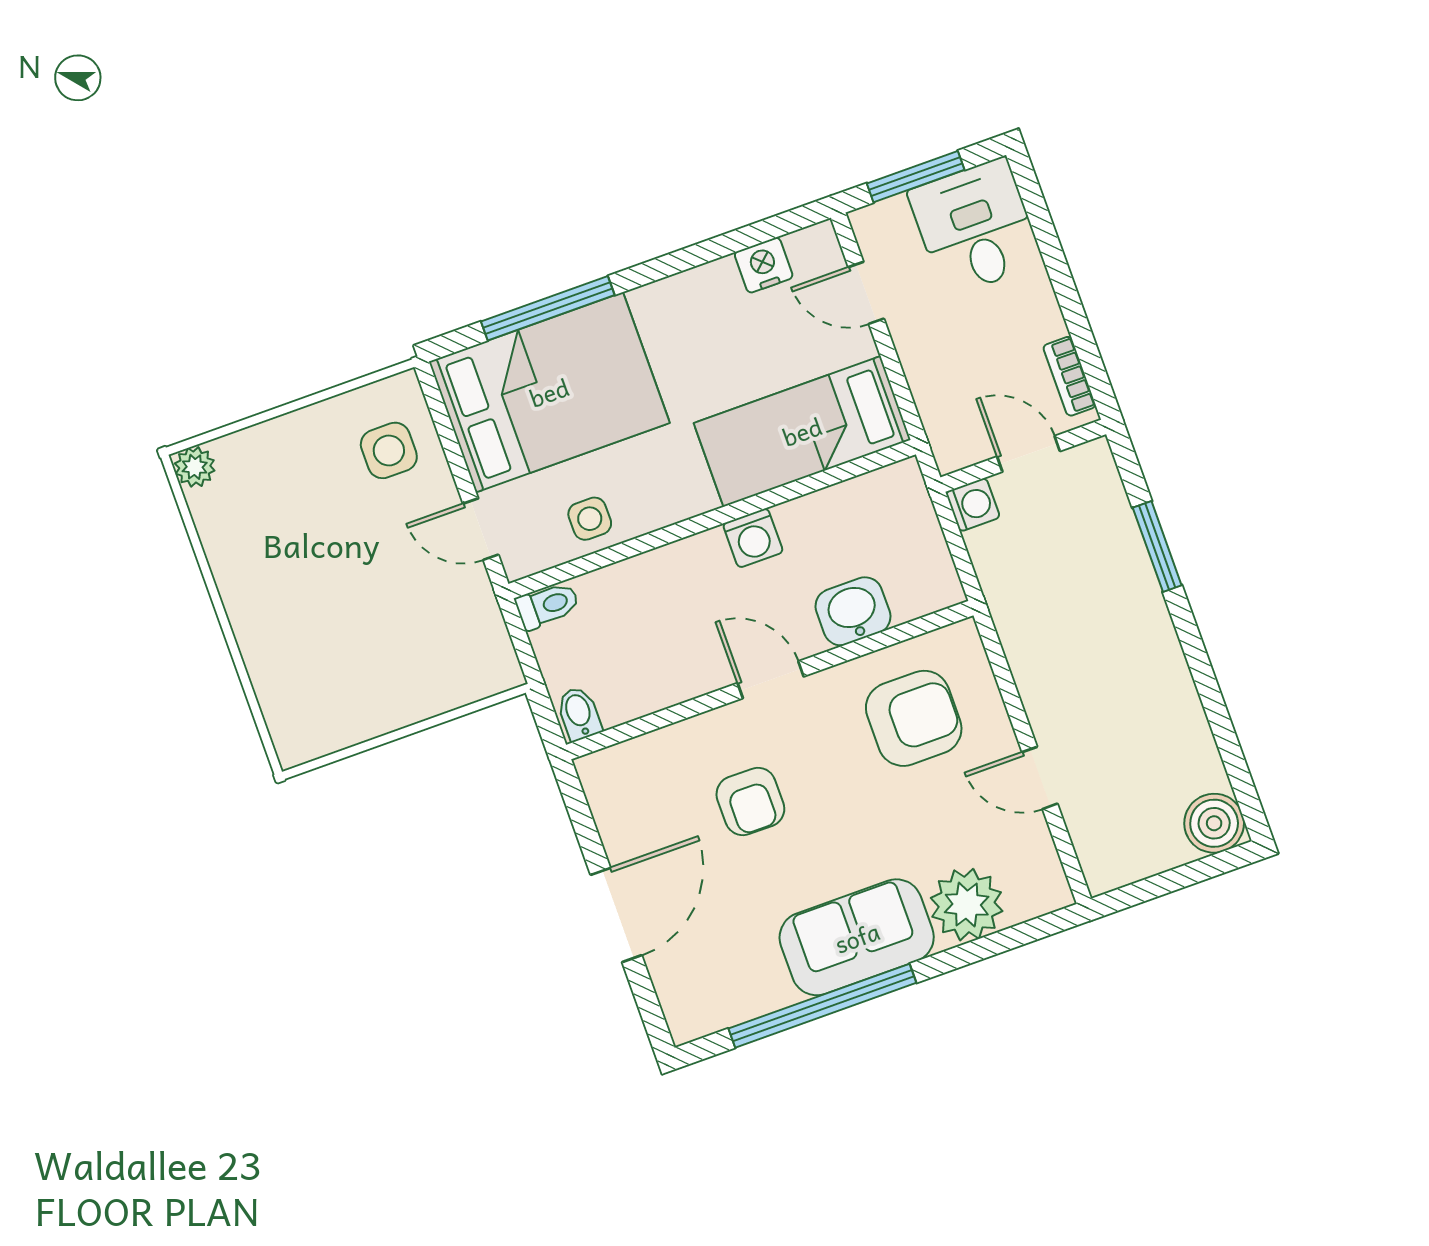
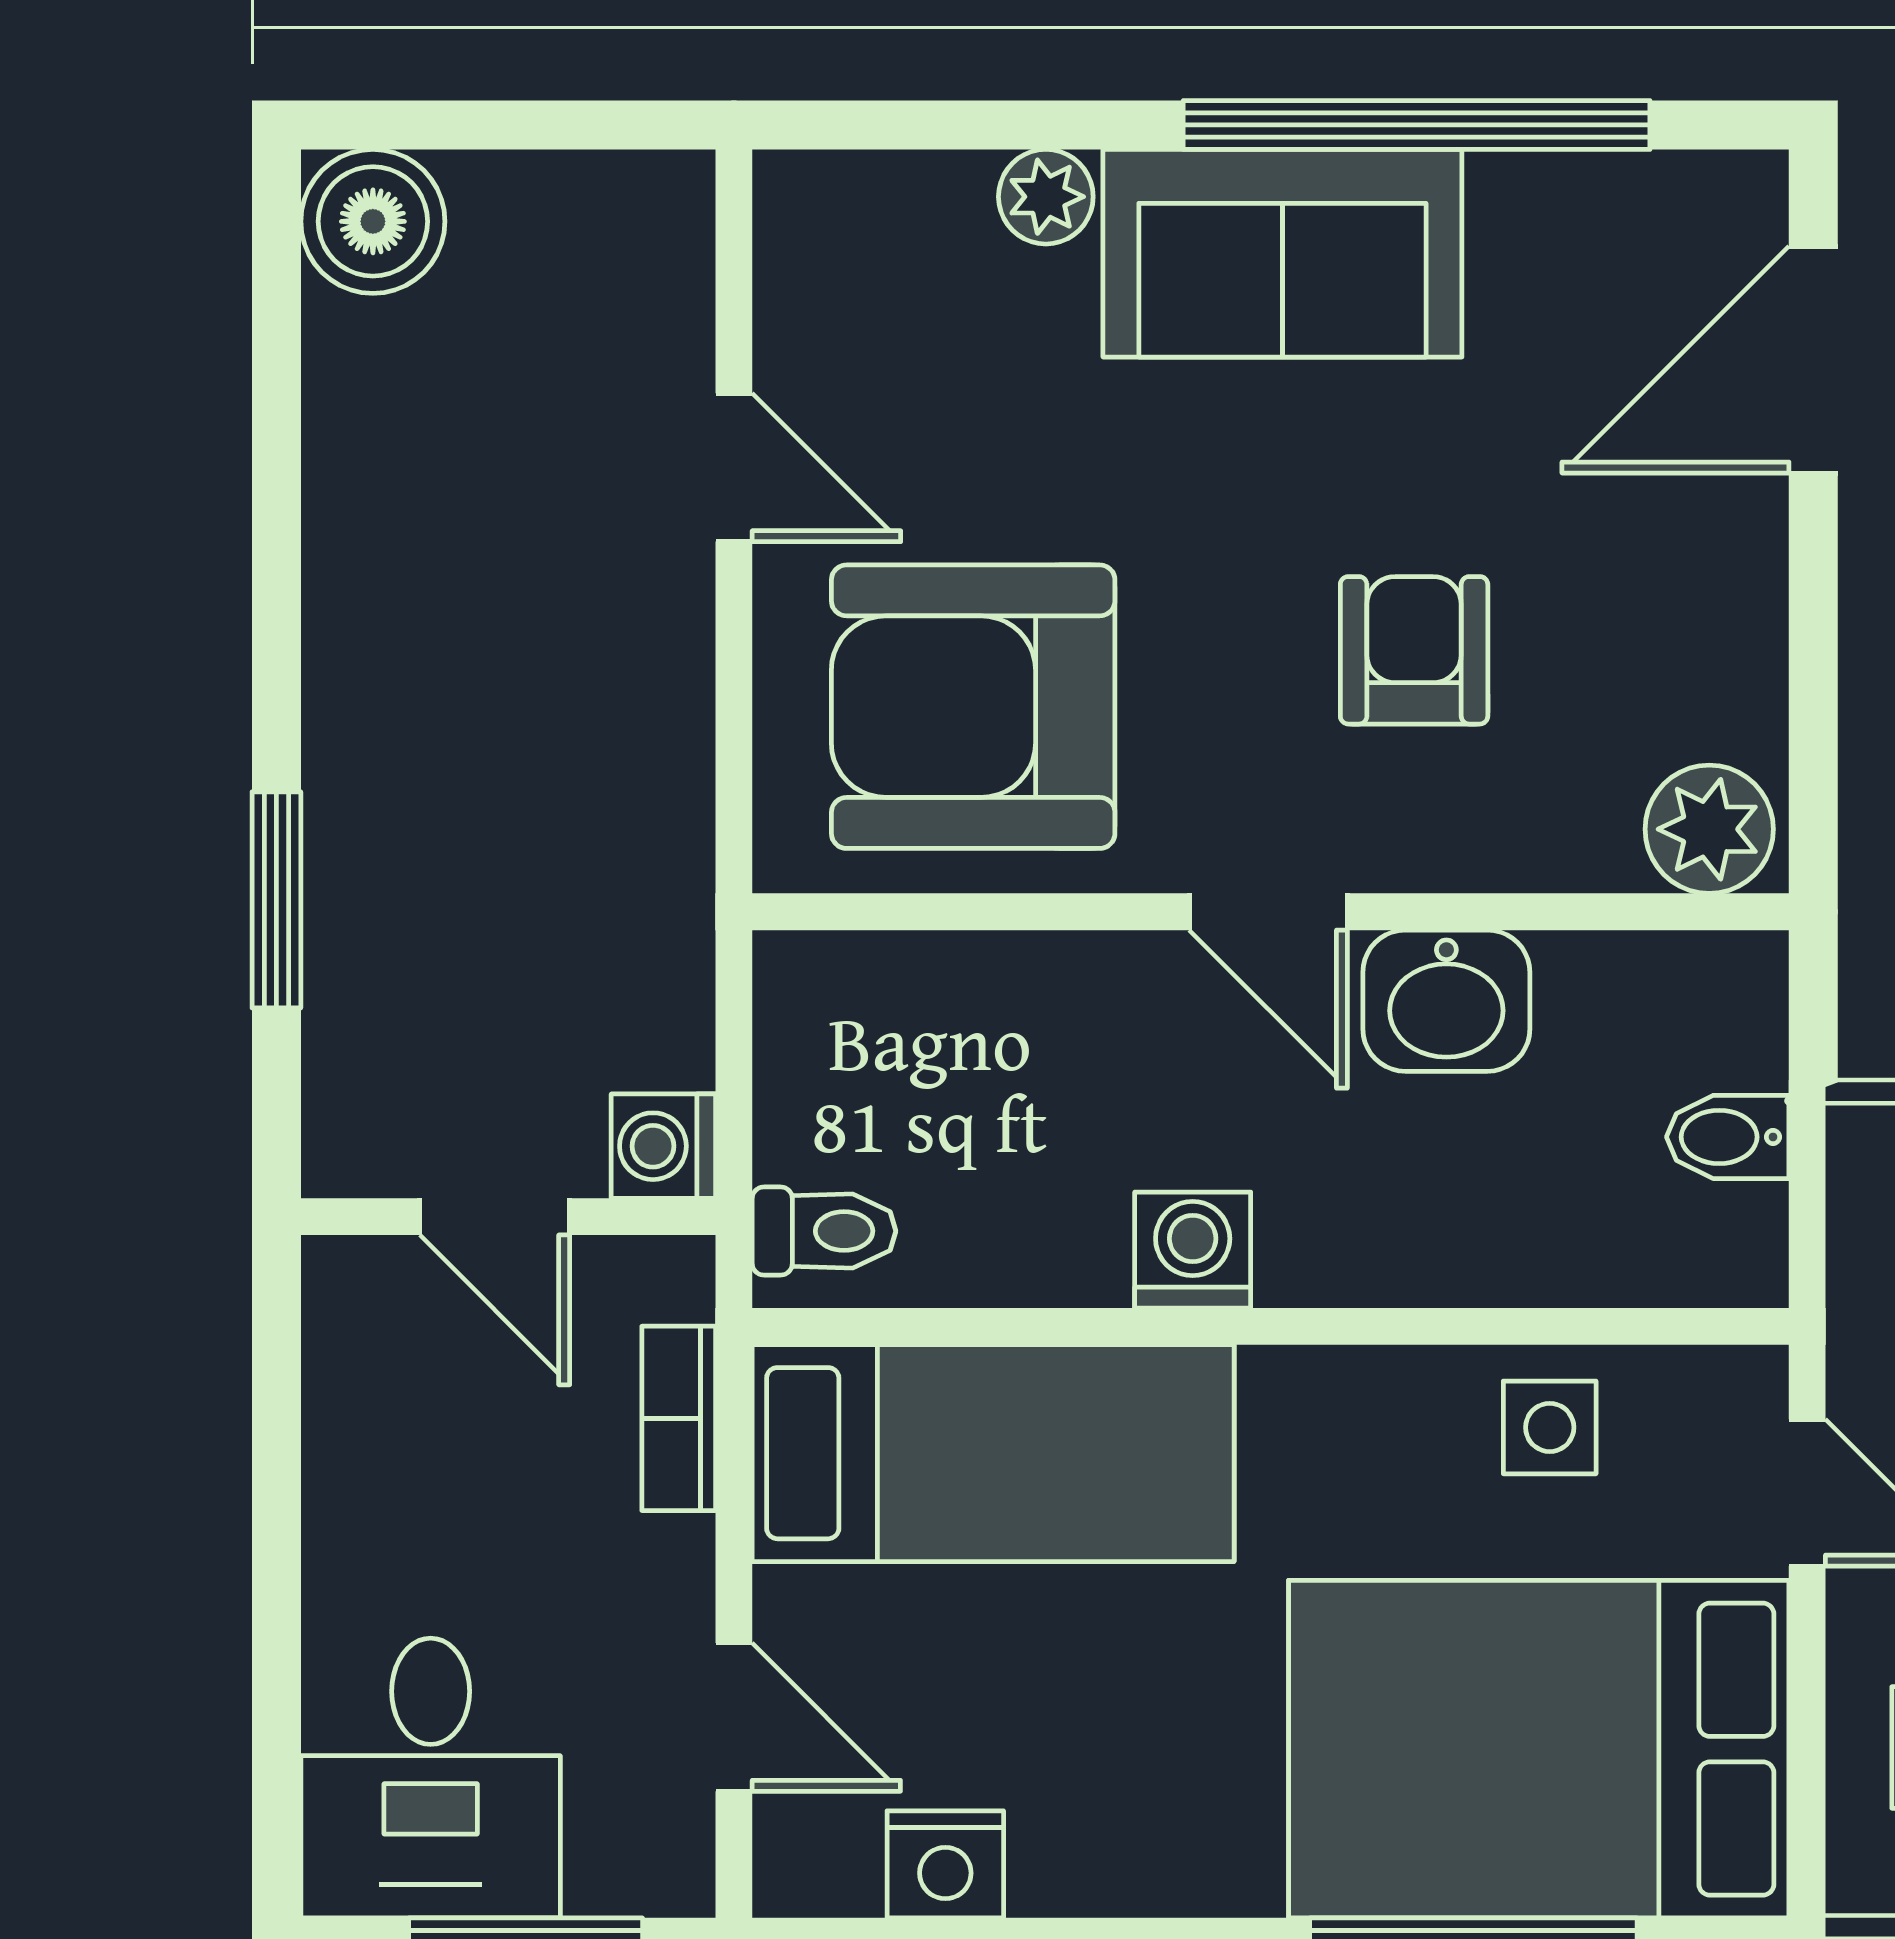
bookcase: (1069, 376) -> (679, 1418), moved, turned 180
toilet: (548, 605) -> (824, 1231), moved, turned 180
washbasin: (853, 611) -> (1446, 1001), moved
bidet: (579, 714) -> (1728, 1137), moved, turned 90
armchair: (914, 718) -> (973, 707), width x1.36, depth x1.36
plant: (611, 773) -> (1709, 829), added
plant: (967, 905) -> (1046, 197), width x0.53, depth x0.53
door: (616, 915) -> (1813, 360), moved

